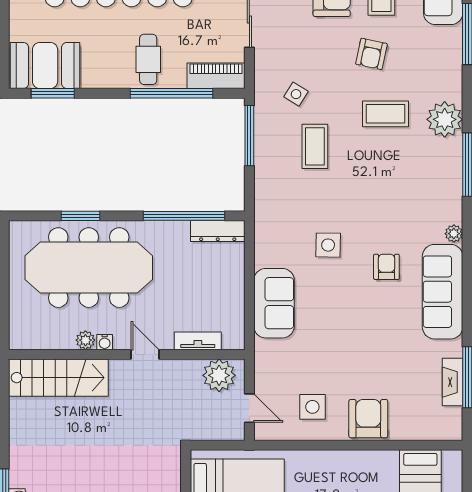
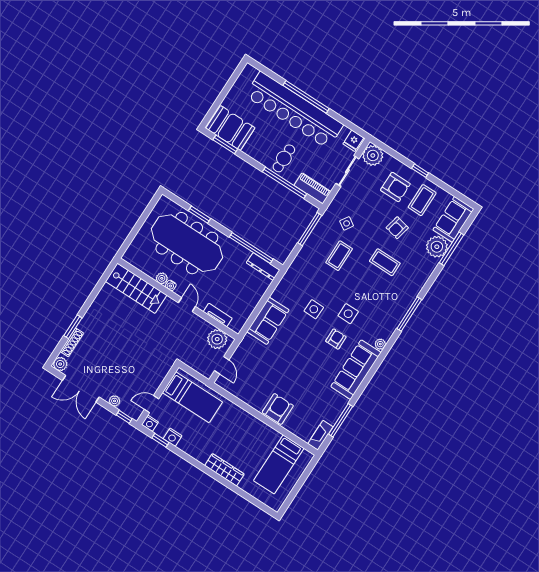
plant: (445, 119) -> (437, 247), moved
fireplace: (453, 382) -> (320, 435), moved
side table: (312, 407) -> (348, 314), moved

